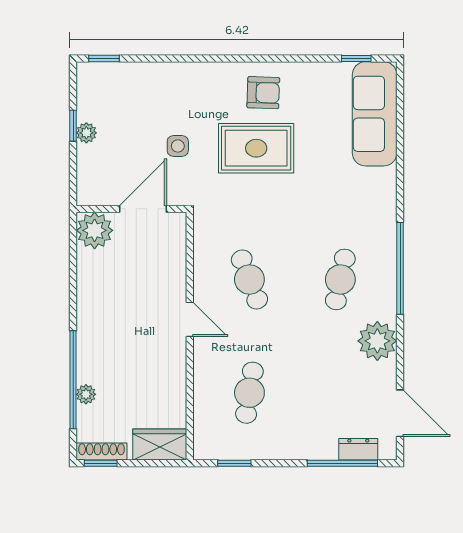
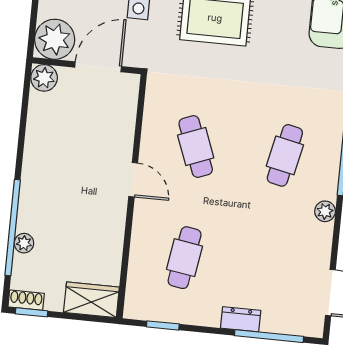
plant: (96, 186) -> (55, 39), added
plant: (95, 230) -> (44, 78), width x0.73, depth x0.73
plant: (377, 341) -> (325, 211), width x0.53, depth x0.53
dresser: (358, 449) -> (241, 319), moved
shoe rack: (102, 452) -> (26, 300), width x0.70

